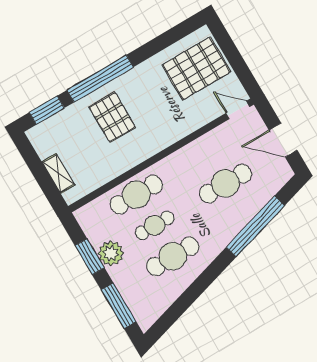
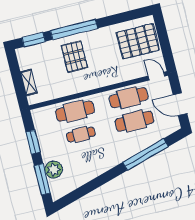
plant: (111, 253) -> (54, 170), moved
cafe table: (173, 256) -> (129, 98), moved

